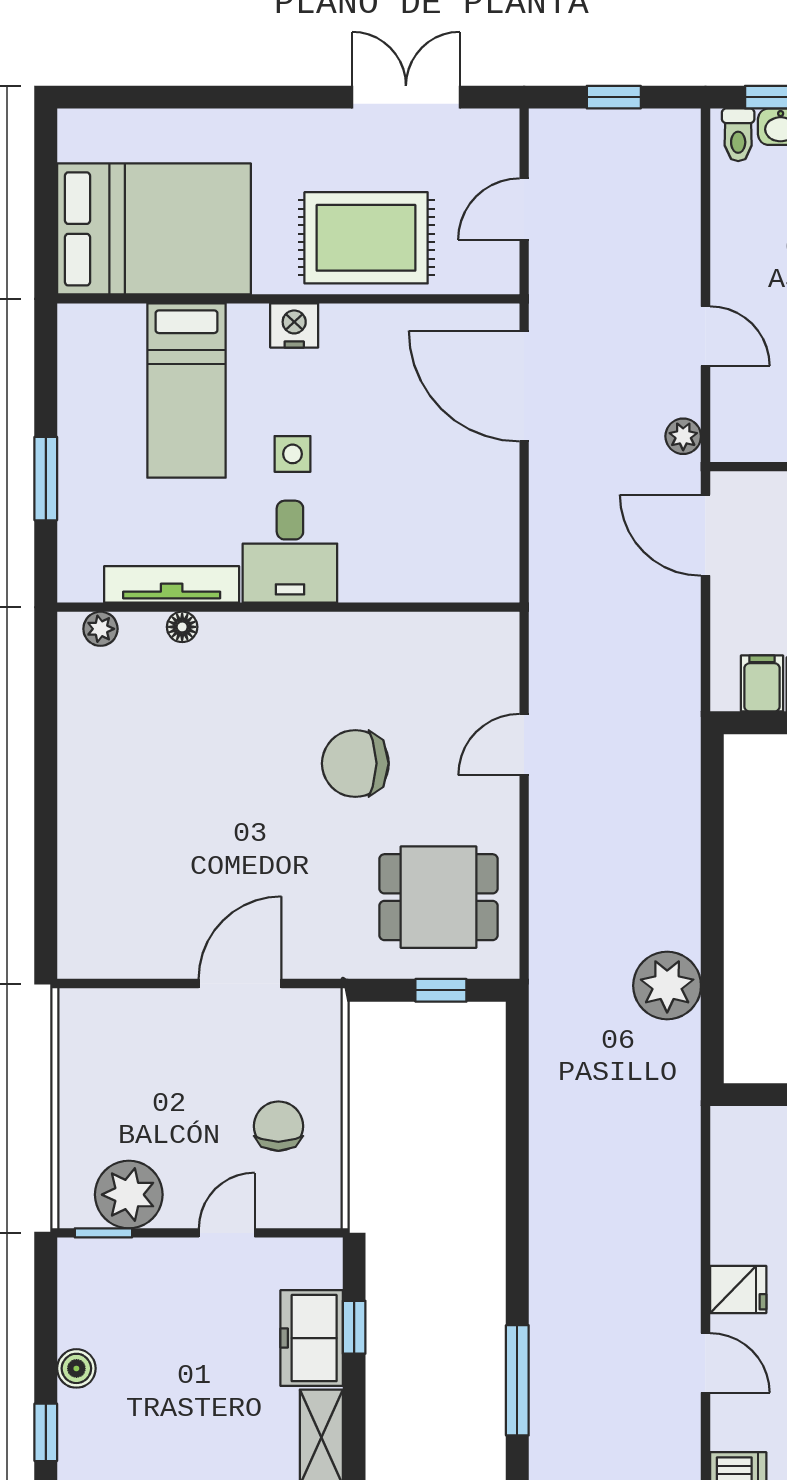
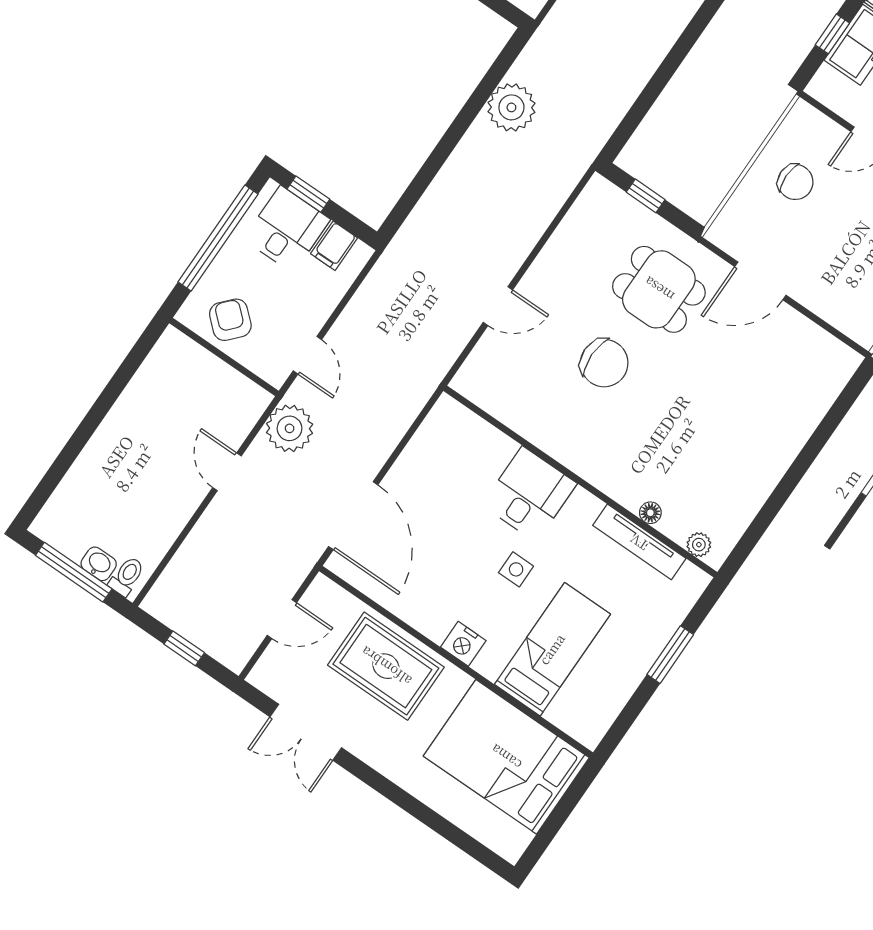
plant: (683, 436) -> (290, 428), width x1.88, depth x1.88
door: (705, 535) -> (307, 355), width x0.73
desk: (290, 552) -> (529, 494), moved
dining table: (439, 897) -> (659, 289), moved
chair: (278, 1126) -> (795, 182), turned -90

